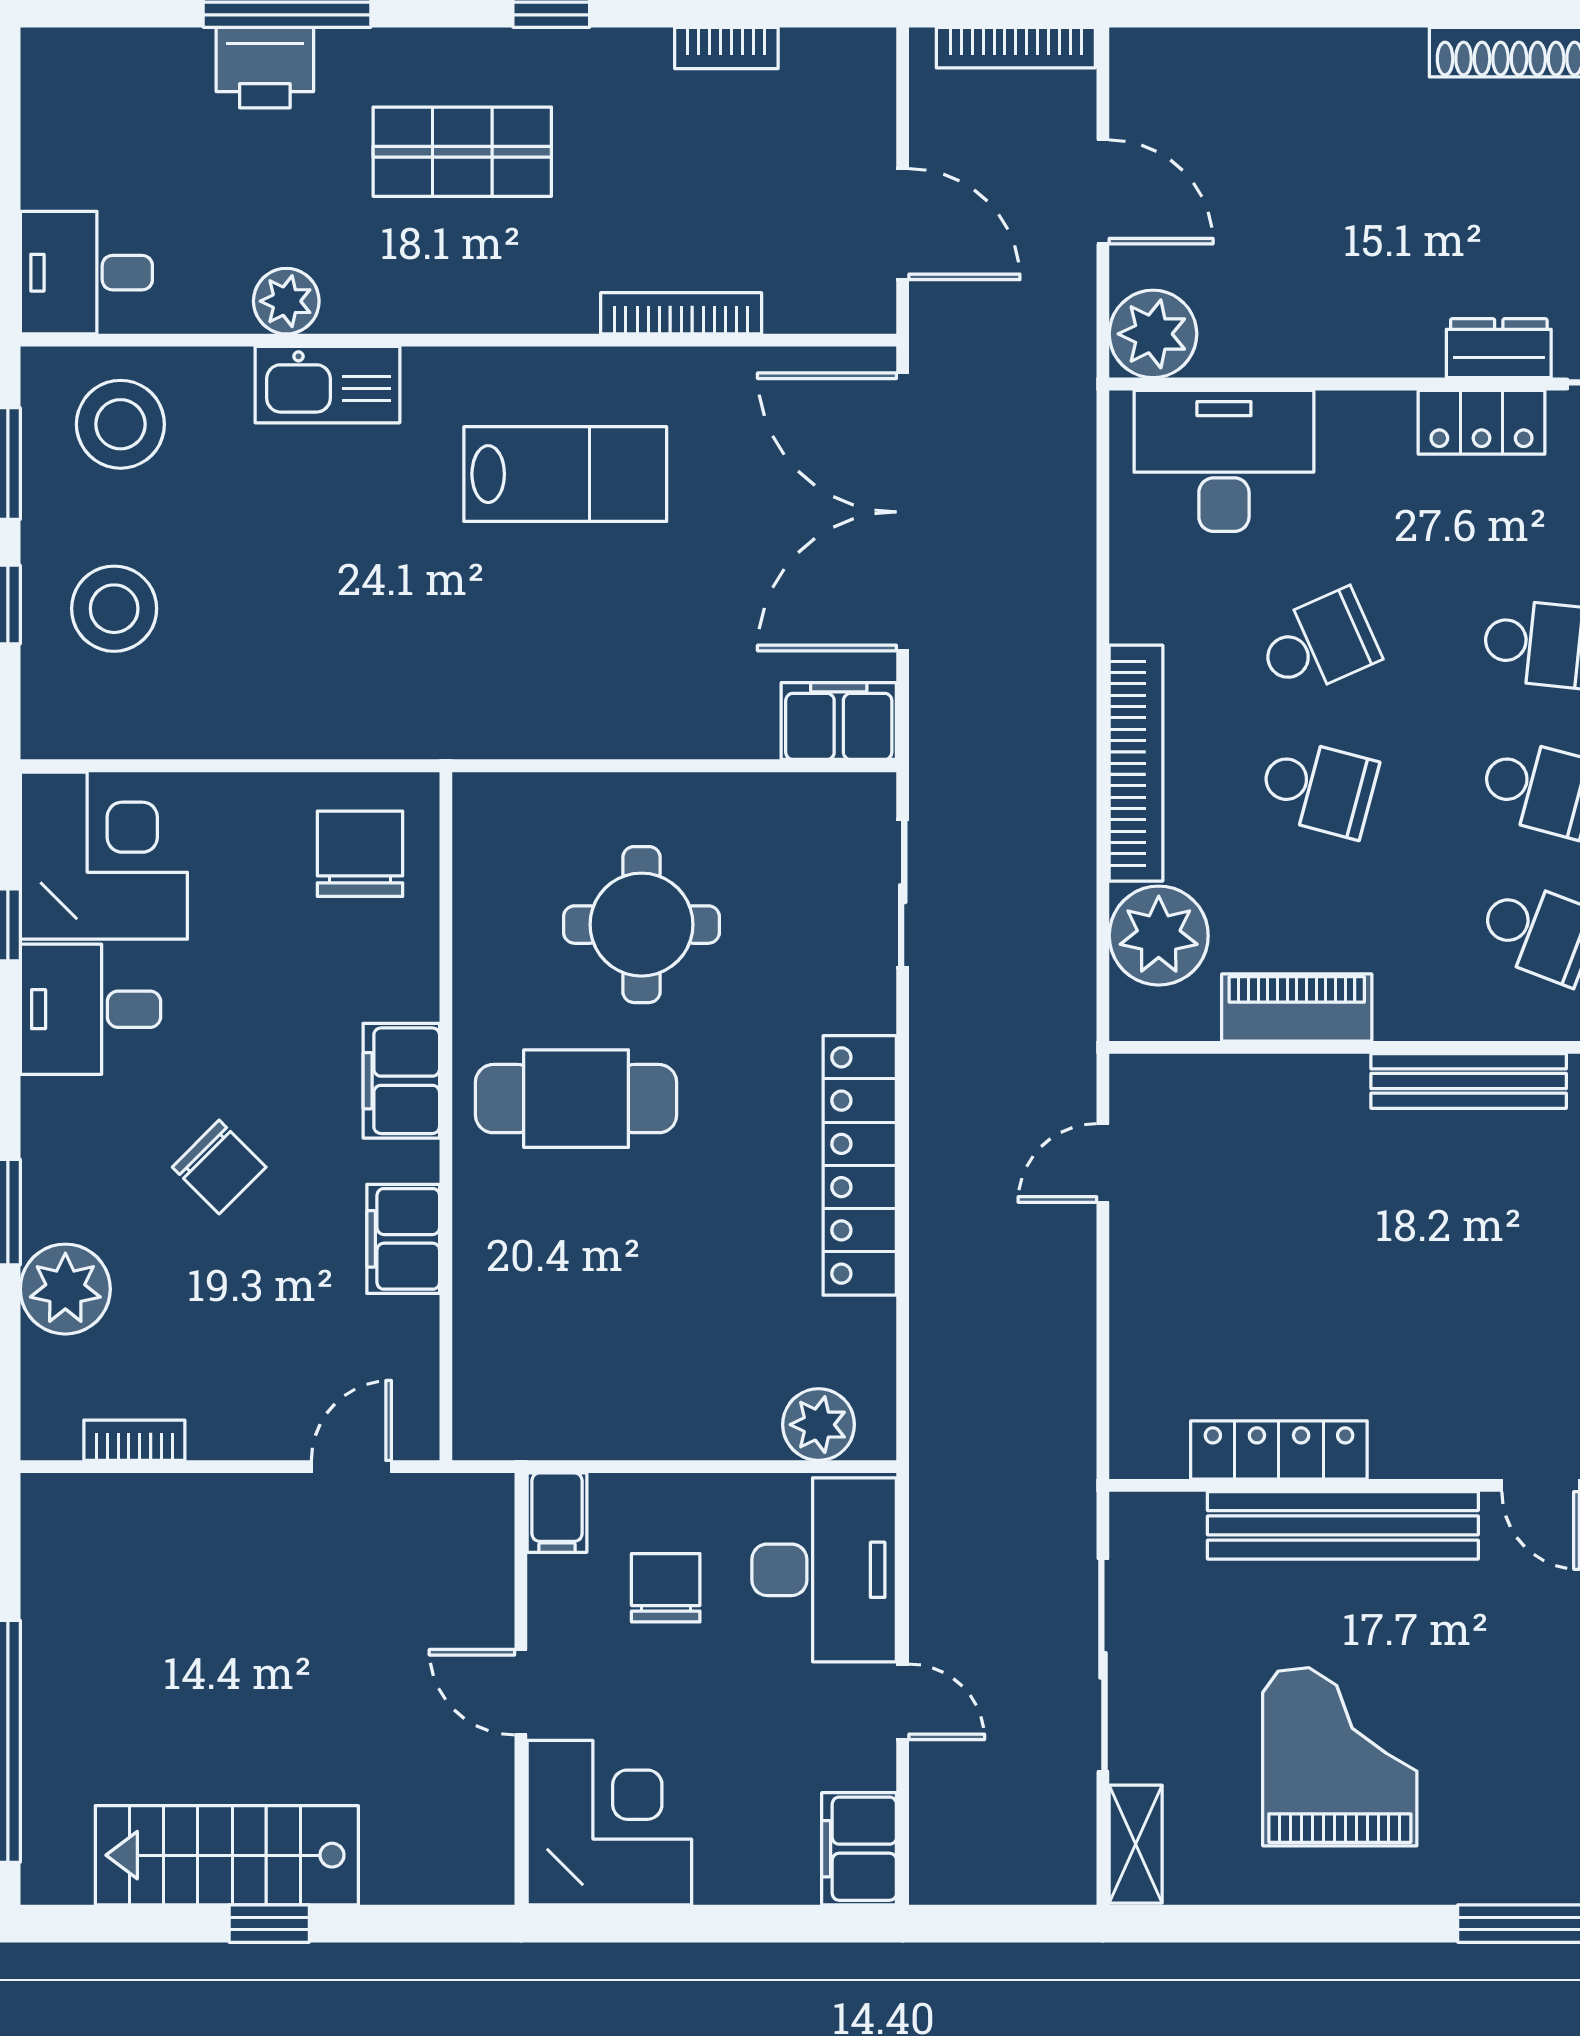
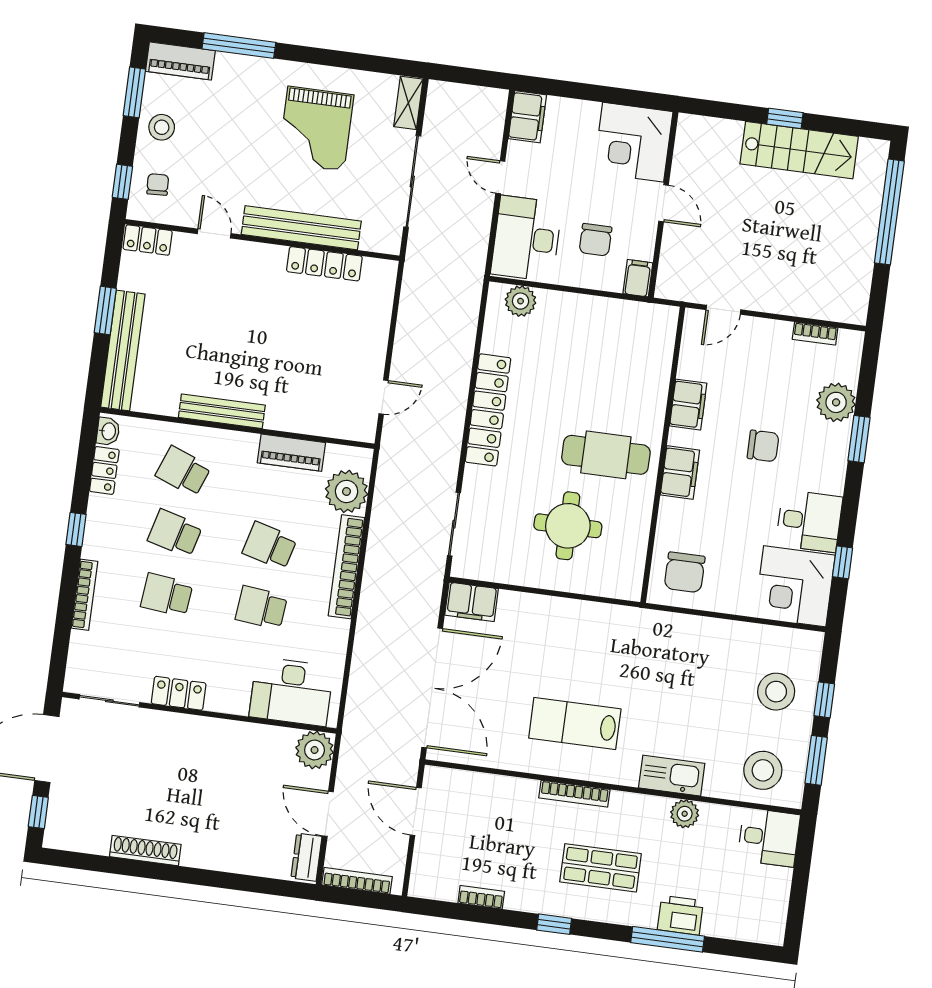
bookcase: (681, 313) -> (574, 794), moved
dresser: (1499, 348) -> (306, 857), moved, turned 90
school desk: (1318, 644) -> (261, 608), turned 30
chair: (219, 1167) -> (763, 446), turned 135

